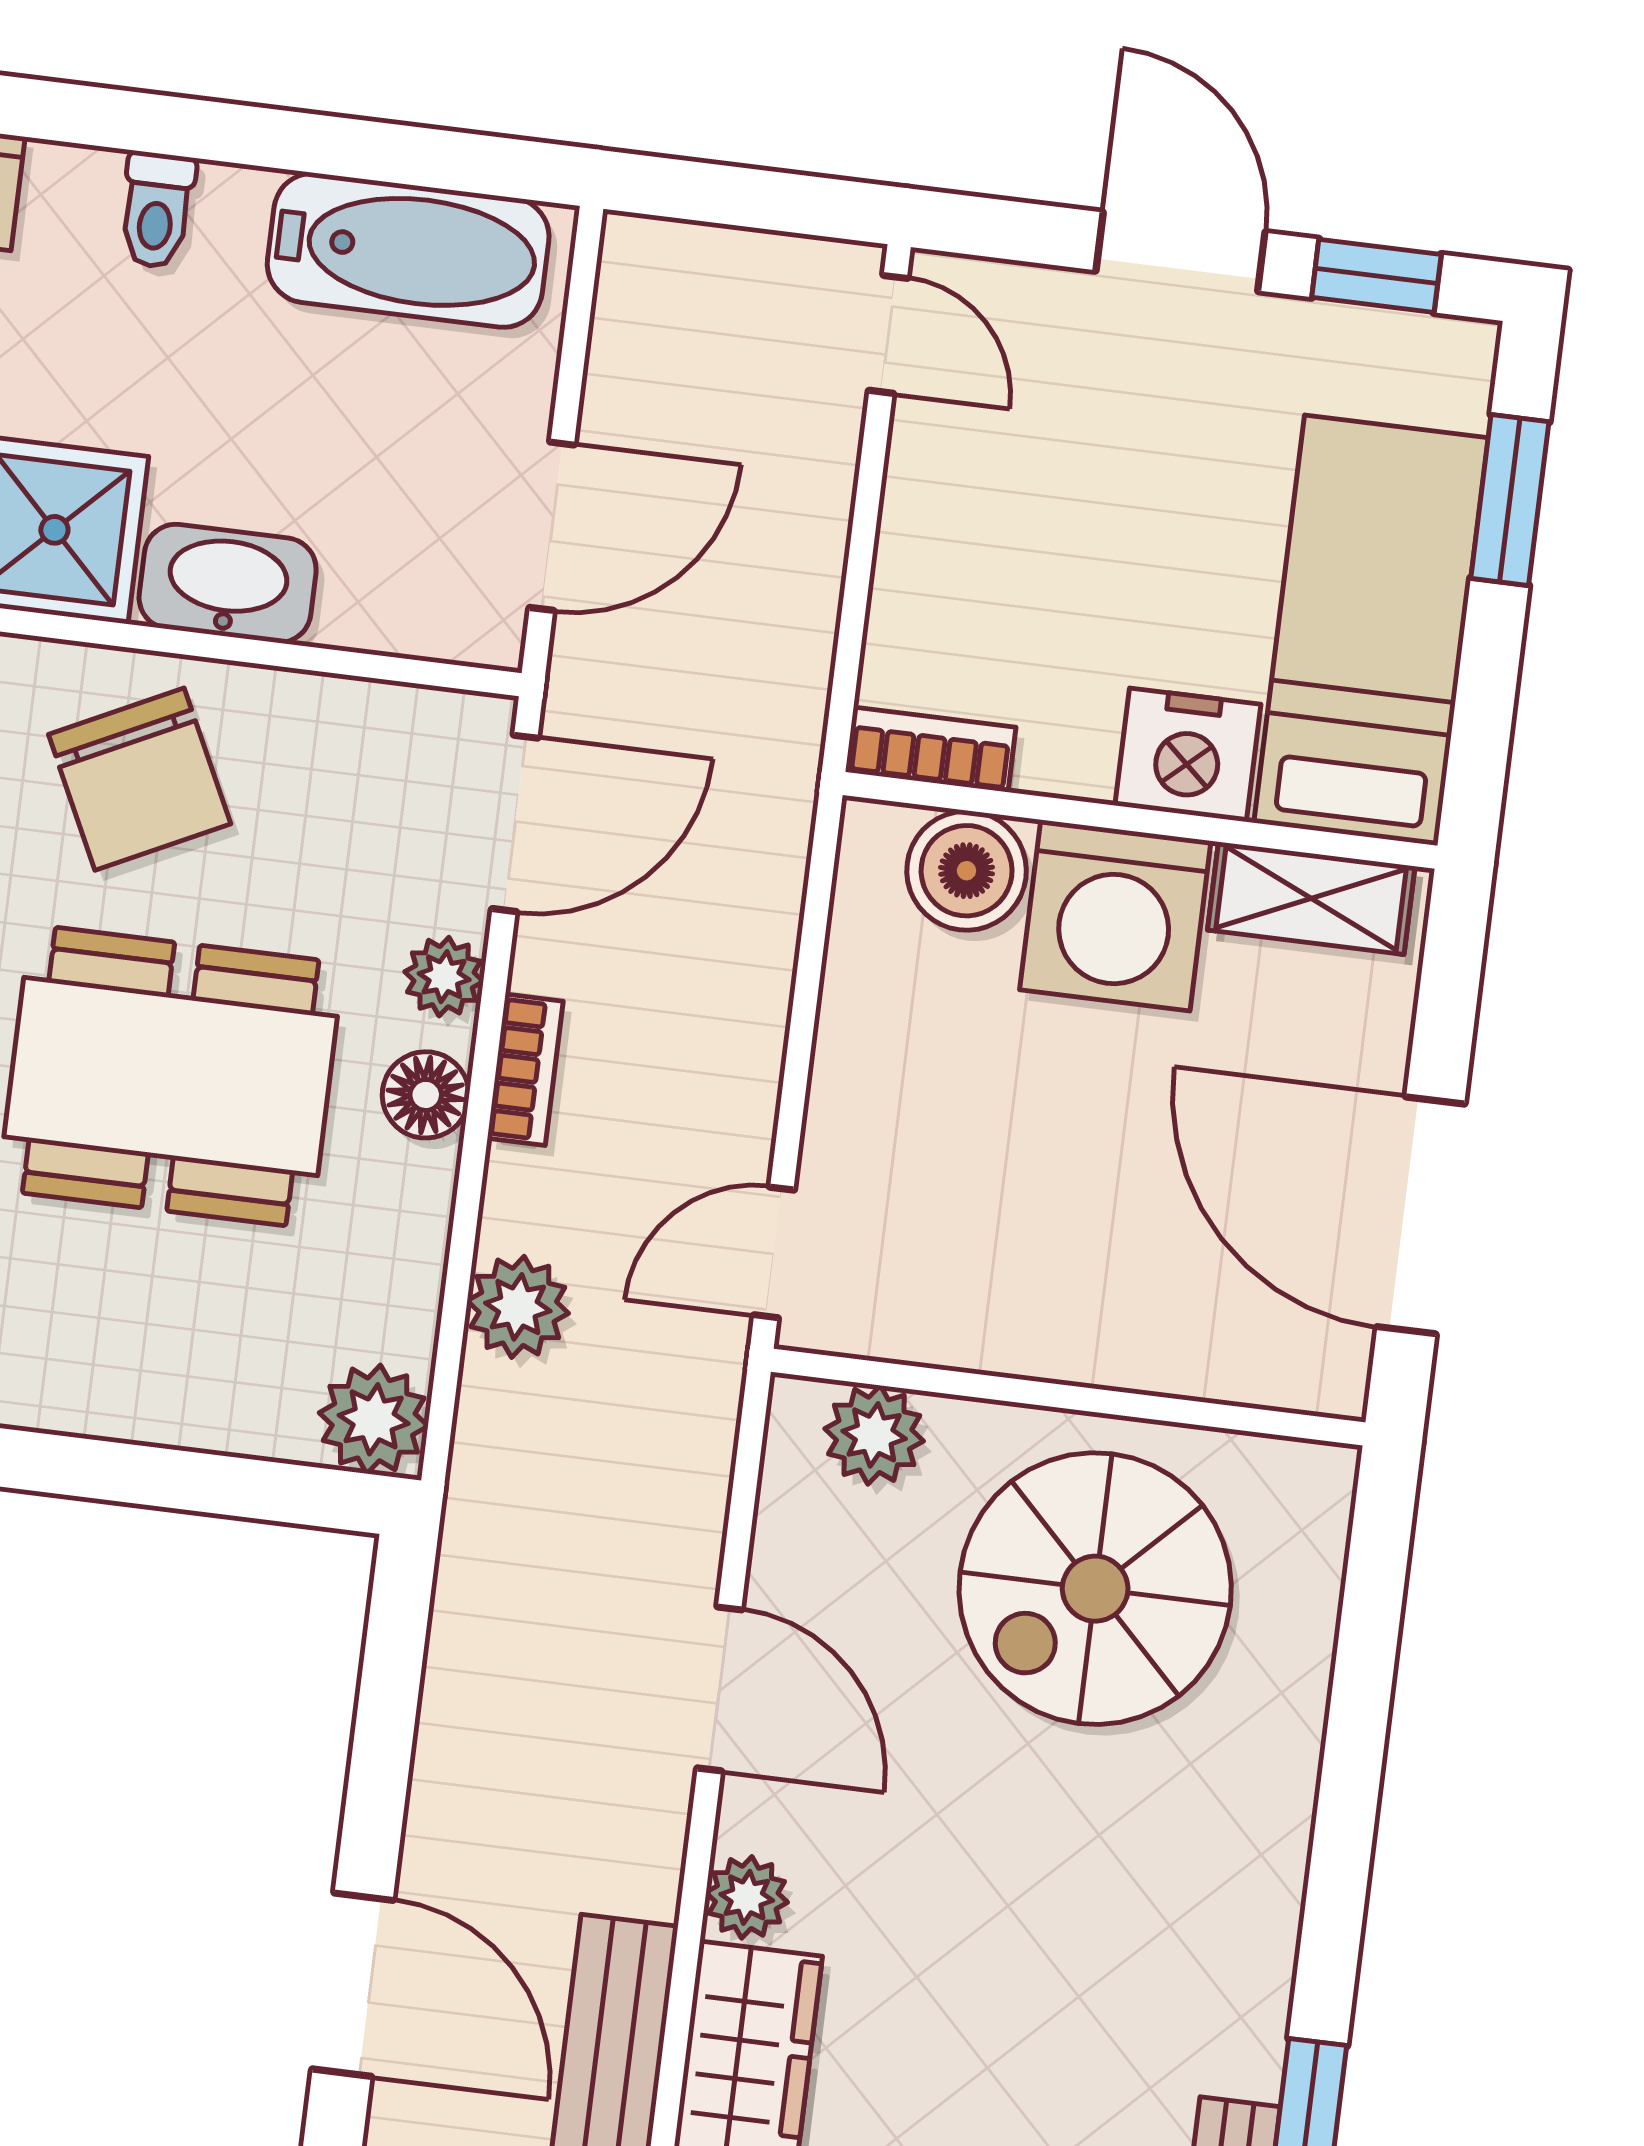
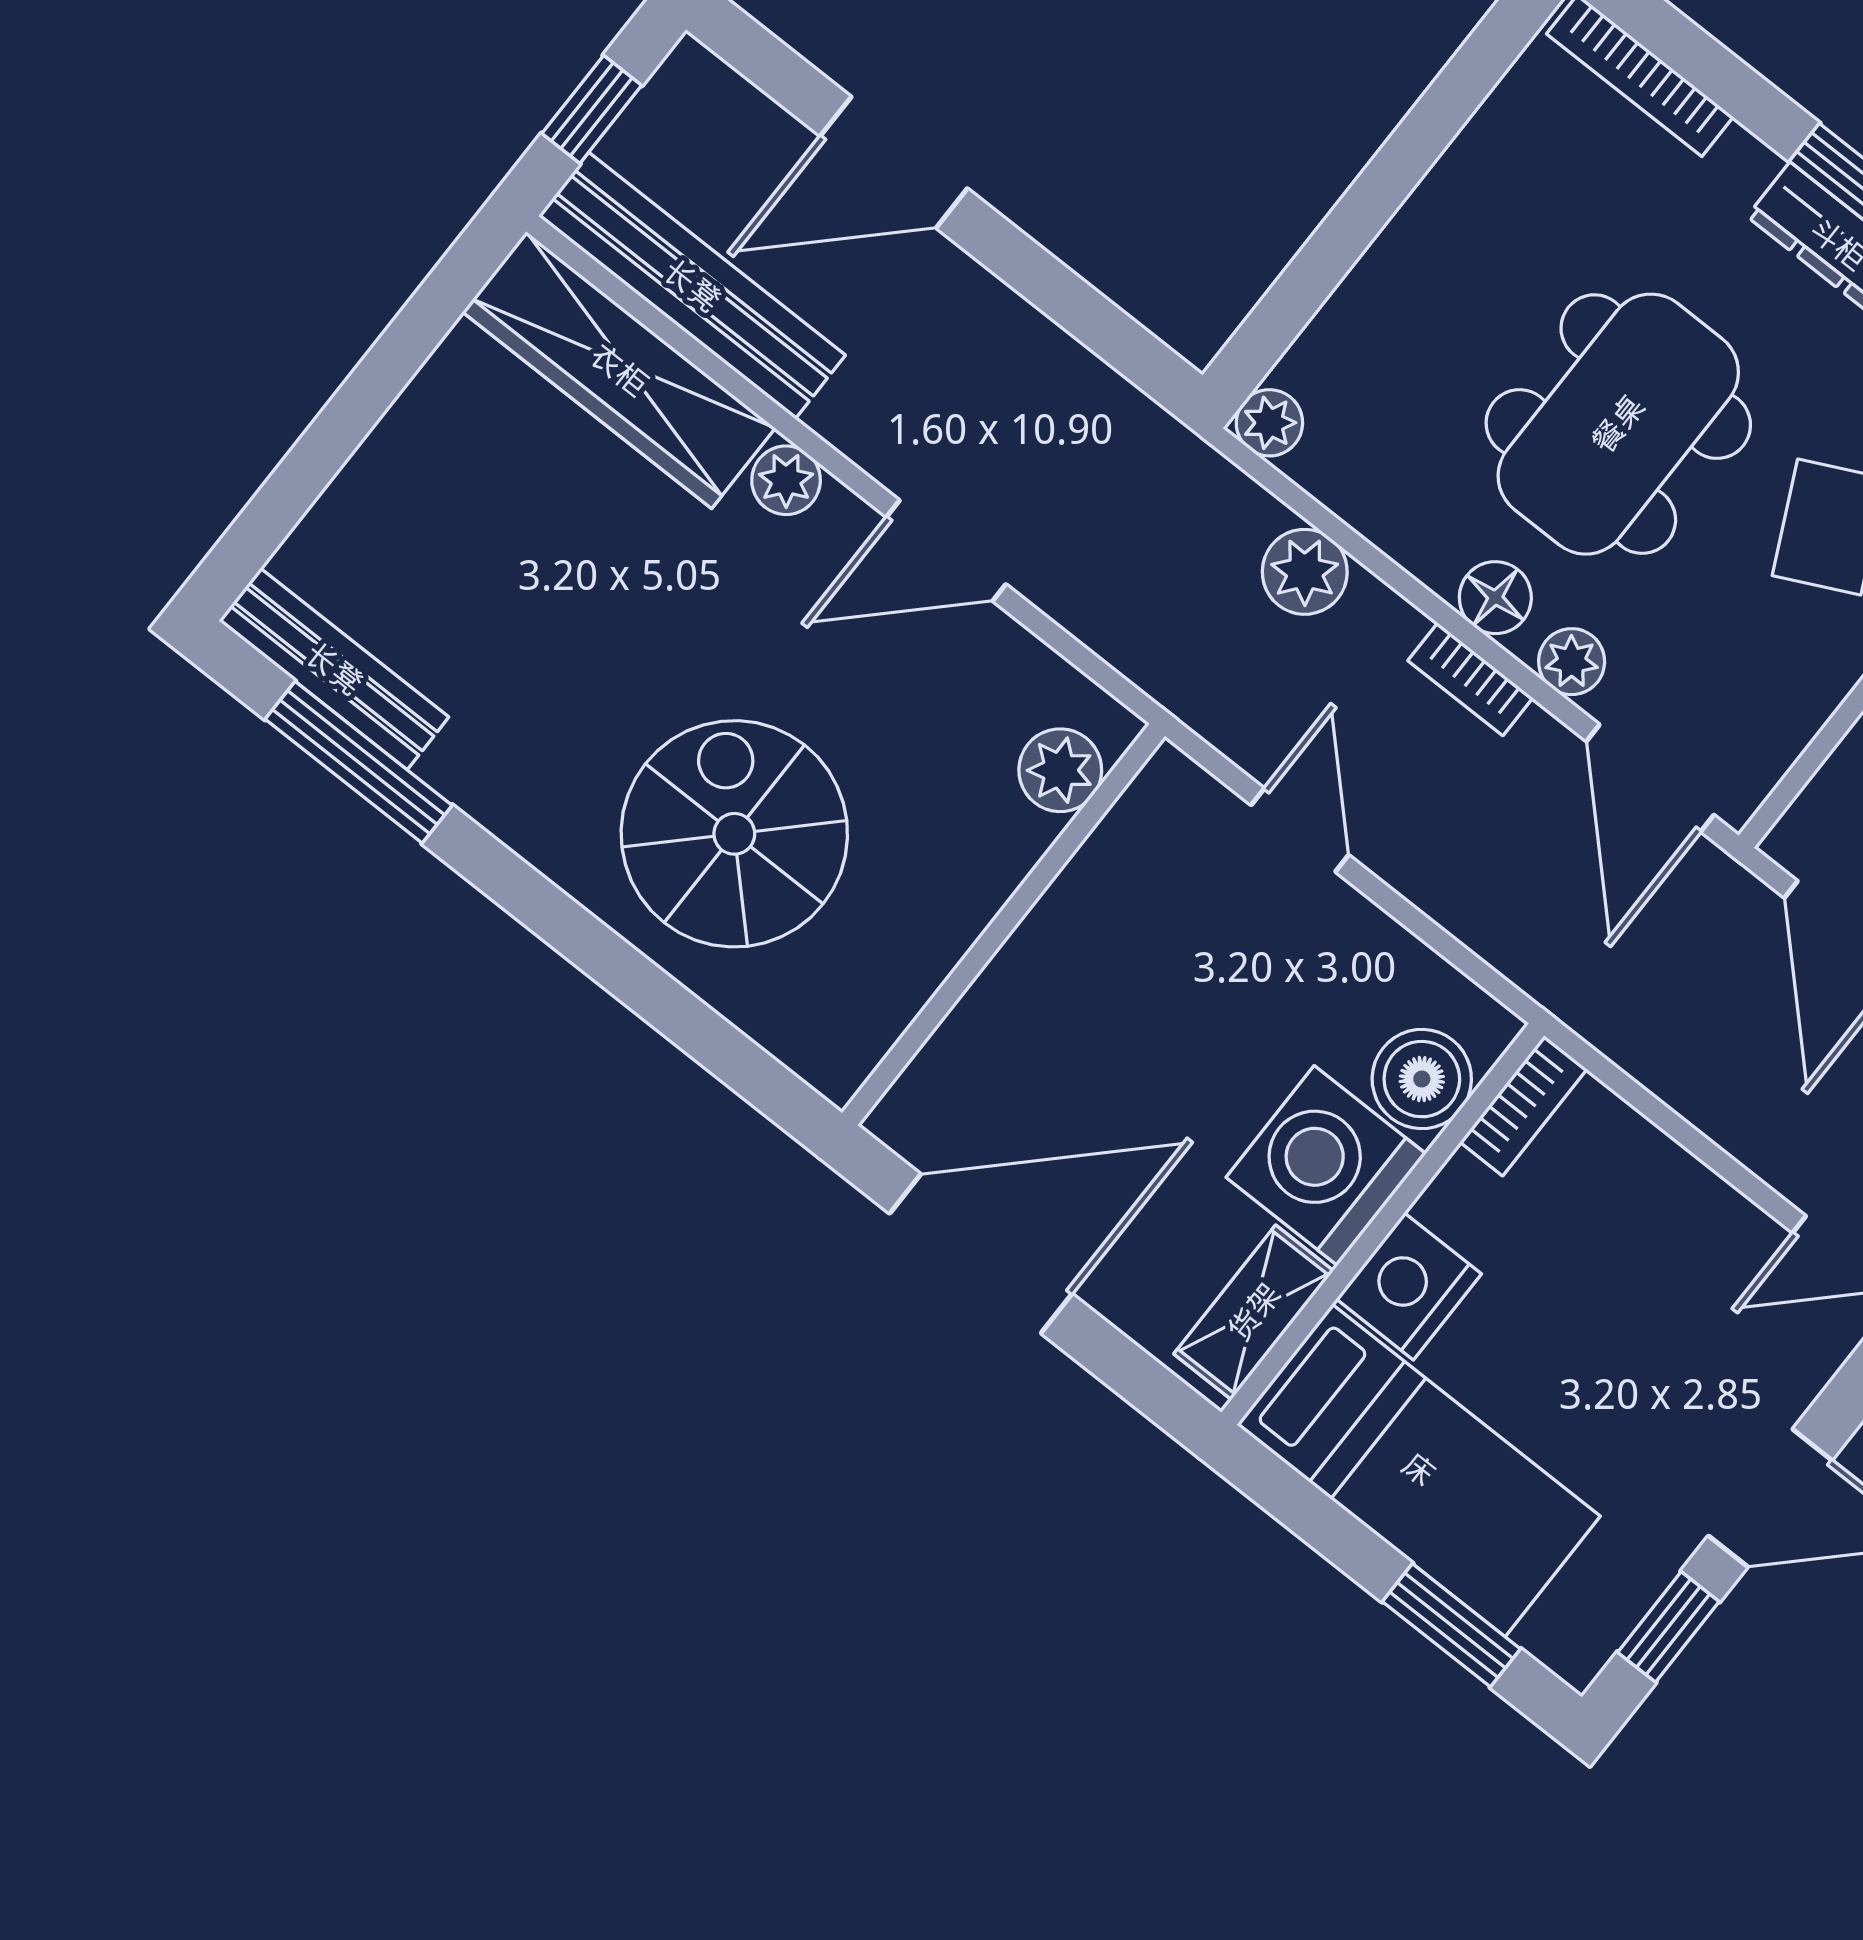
door: (774, 1252) -> (1300, 830), moved
plant: (374, 1419) -> (1269, 423), width x0.73, depth x0.73
spiral stairs: (1095, 1589) -> (734, 834), moved

